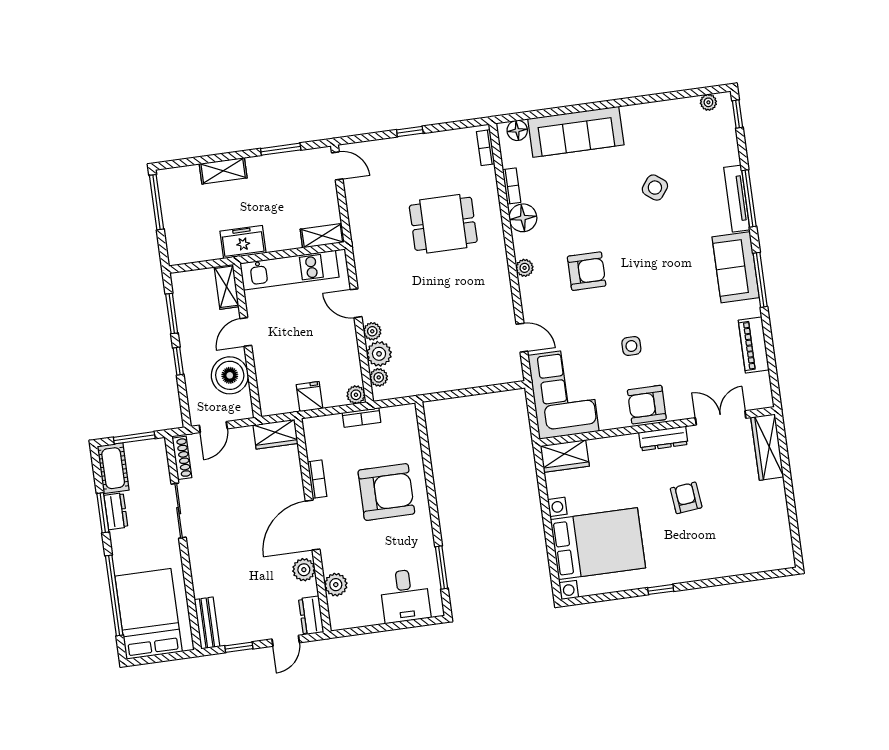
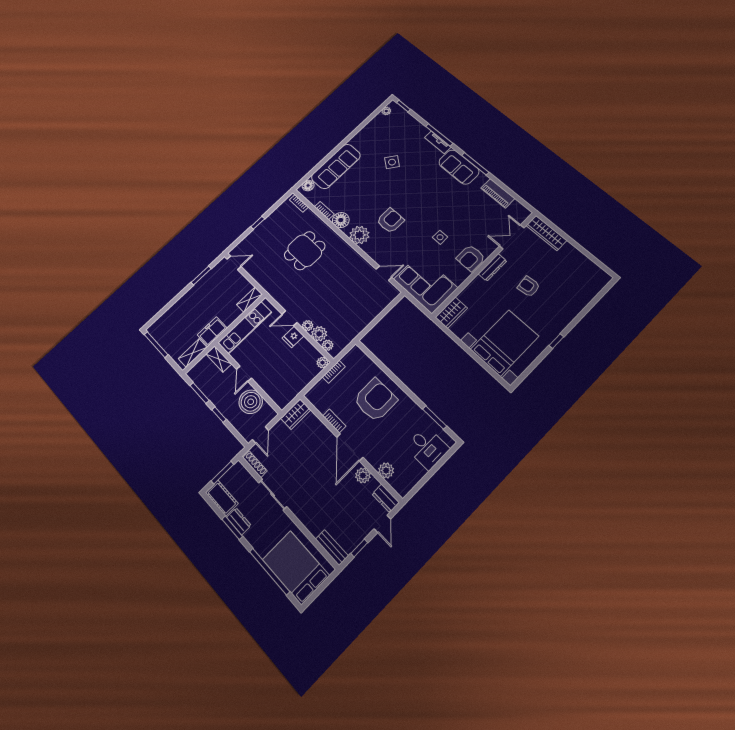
shelving: (223, 171) -> (193, 353), moved
tv unit: (737, 199) -> (438, 142), width x0.71
plant: (525, 268) -> (359, 235), width x1.88, depth x1.88
fridge: (309, 397) -> (293, 337), moved, turned -90

